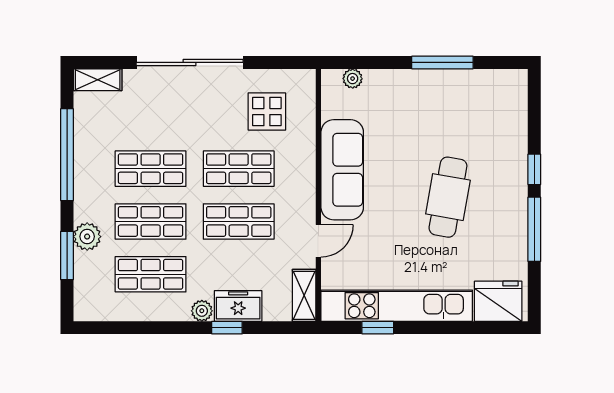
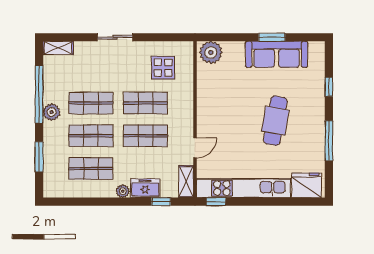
sliding door: (190, 62) -> (115, 37), width x0.54
window: (442, 62) -> (272, 37), width x0.69
plant: (353, 79) -> (211, 52), width x1.88, depth x1.88
window: (534, 169) -> (329, 87), moved
sofa: (342, 170) -> (277, 54), moved, turned 90
plant: (87, 237) -> (52, 112), moved
window: (227, 328) -> (161, 202), moved
window: (378, 328) -> (216, 202), moved

